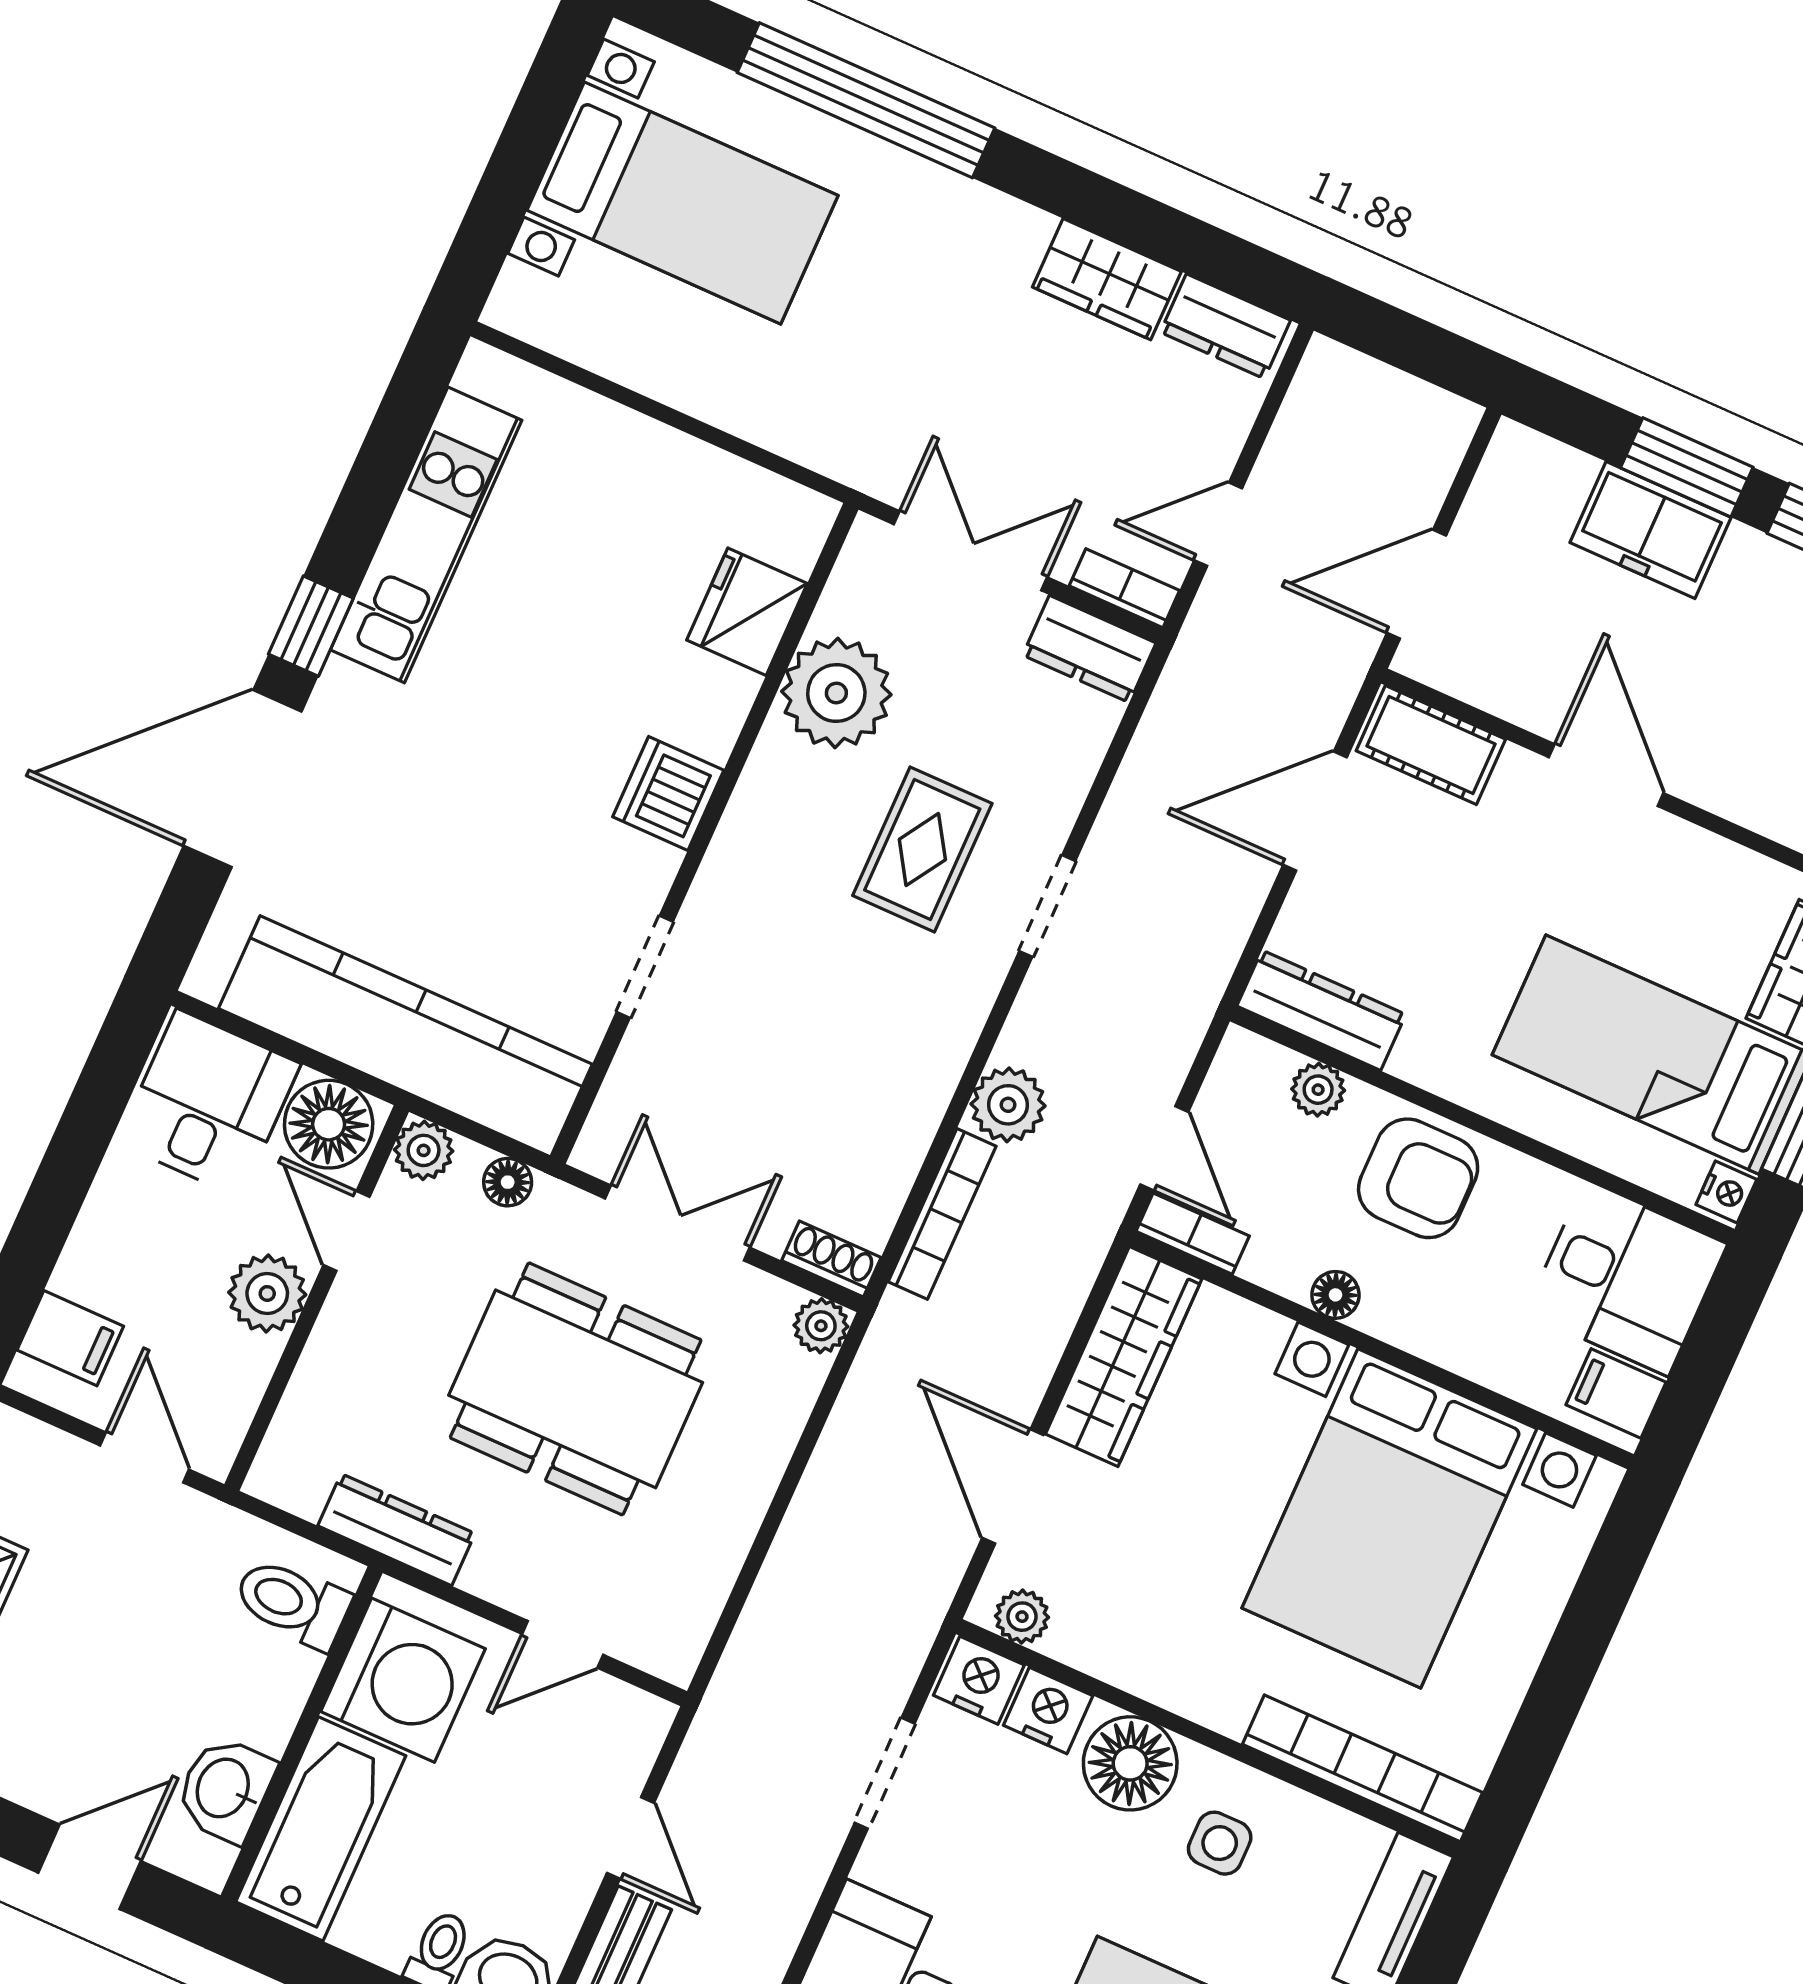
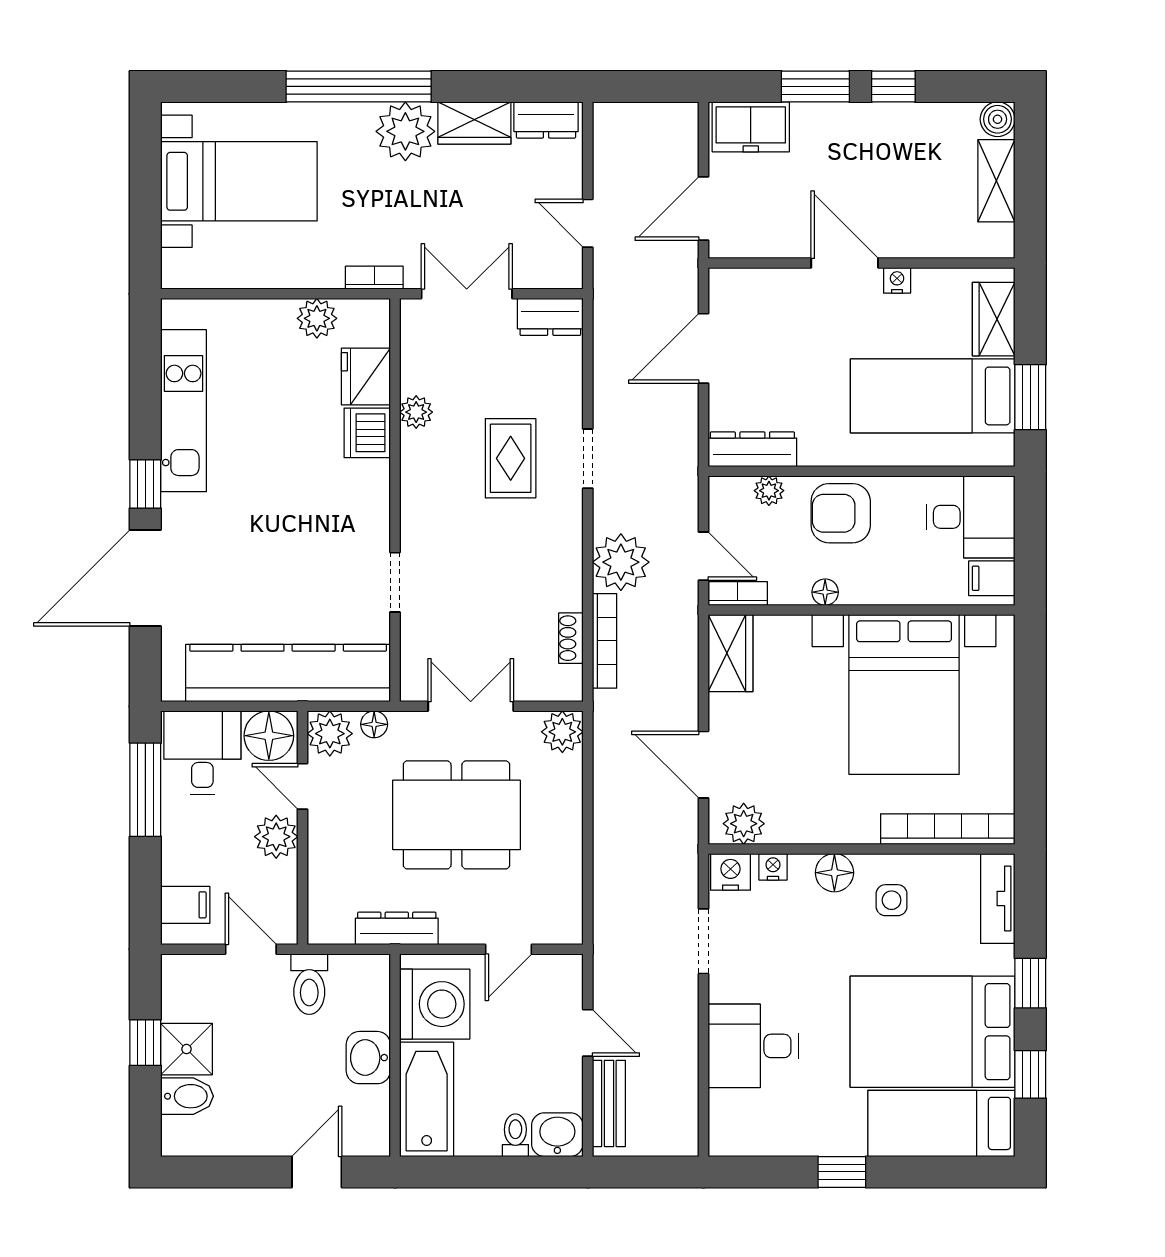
window: (866, 100) -> (359, 86), moved
plant: (989, 243) -> (405, 131), added
plant: (710, 482) -> (317, 318), added
door: (1218, 524) -> (588, 223), hinge flipped
freezer: (1650, 530) -> (751, 127), moved
bookcase: (1124, 588) -> (374, 278), moved
plant: (836, 693) -> (416, 412), width x0.53, depth x0.53
cot: (1431, 745) -> (748, 288), removed
dishwasher: (668, 793) -> (367, 433), moved
plant: (1008, 1105) -> (621, 562), width x1.36, depth x1.36
window: (89, 1122) -> (145, 790), added
plant: (424, 1150) -> (330, 734), width x1.38, depth x1.38
armchair: (1418, 1178) -> (841, 513), turned 180
nightstand: (1726, 1192) -> (897, 280), moved, turned -90
shoe rack: (831, 1259) -> (571, 638), moved, turned -90
plant: (821, 1326) -> (562, 732), width x1.38, depth x1.38
wardrobe: (1124, 1357) -> (730, 653), width x0.67
toilet: (292, 1603) -> (309, 984), moved, turned -90
plant: (1022, 1617) -> (744, 824), width x1.38, depth x1.38
nightstand: (1048, 1710) -> (773, 867), width x0.72, depth x0.74
floor lamp: (1130, 1763) -> (834, 873), width x0.73, depth x0.73
washbasin: (225, 1789) -> (368, 1058), moved

